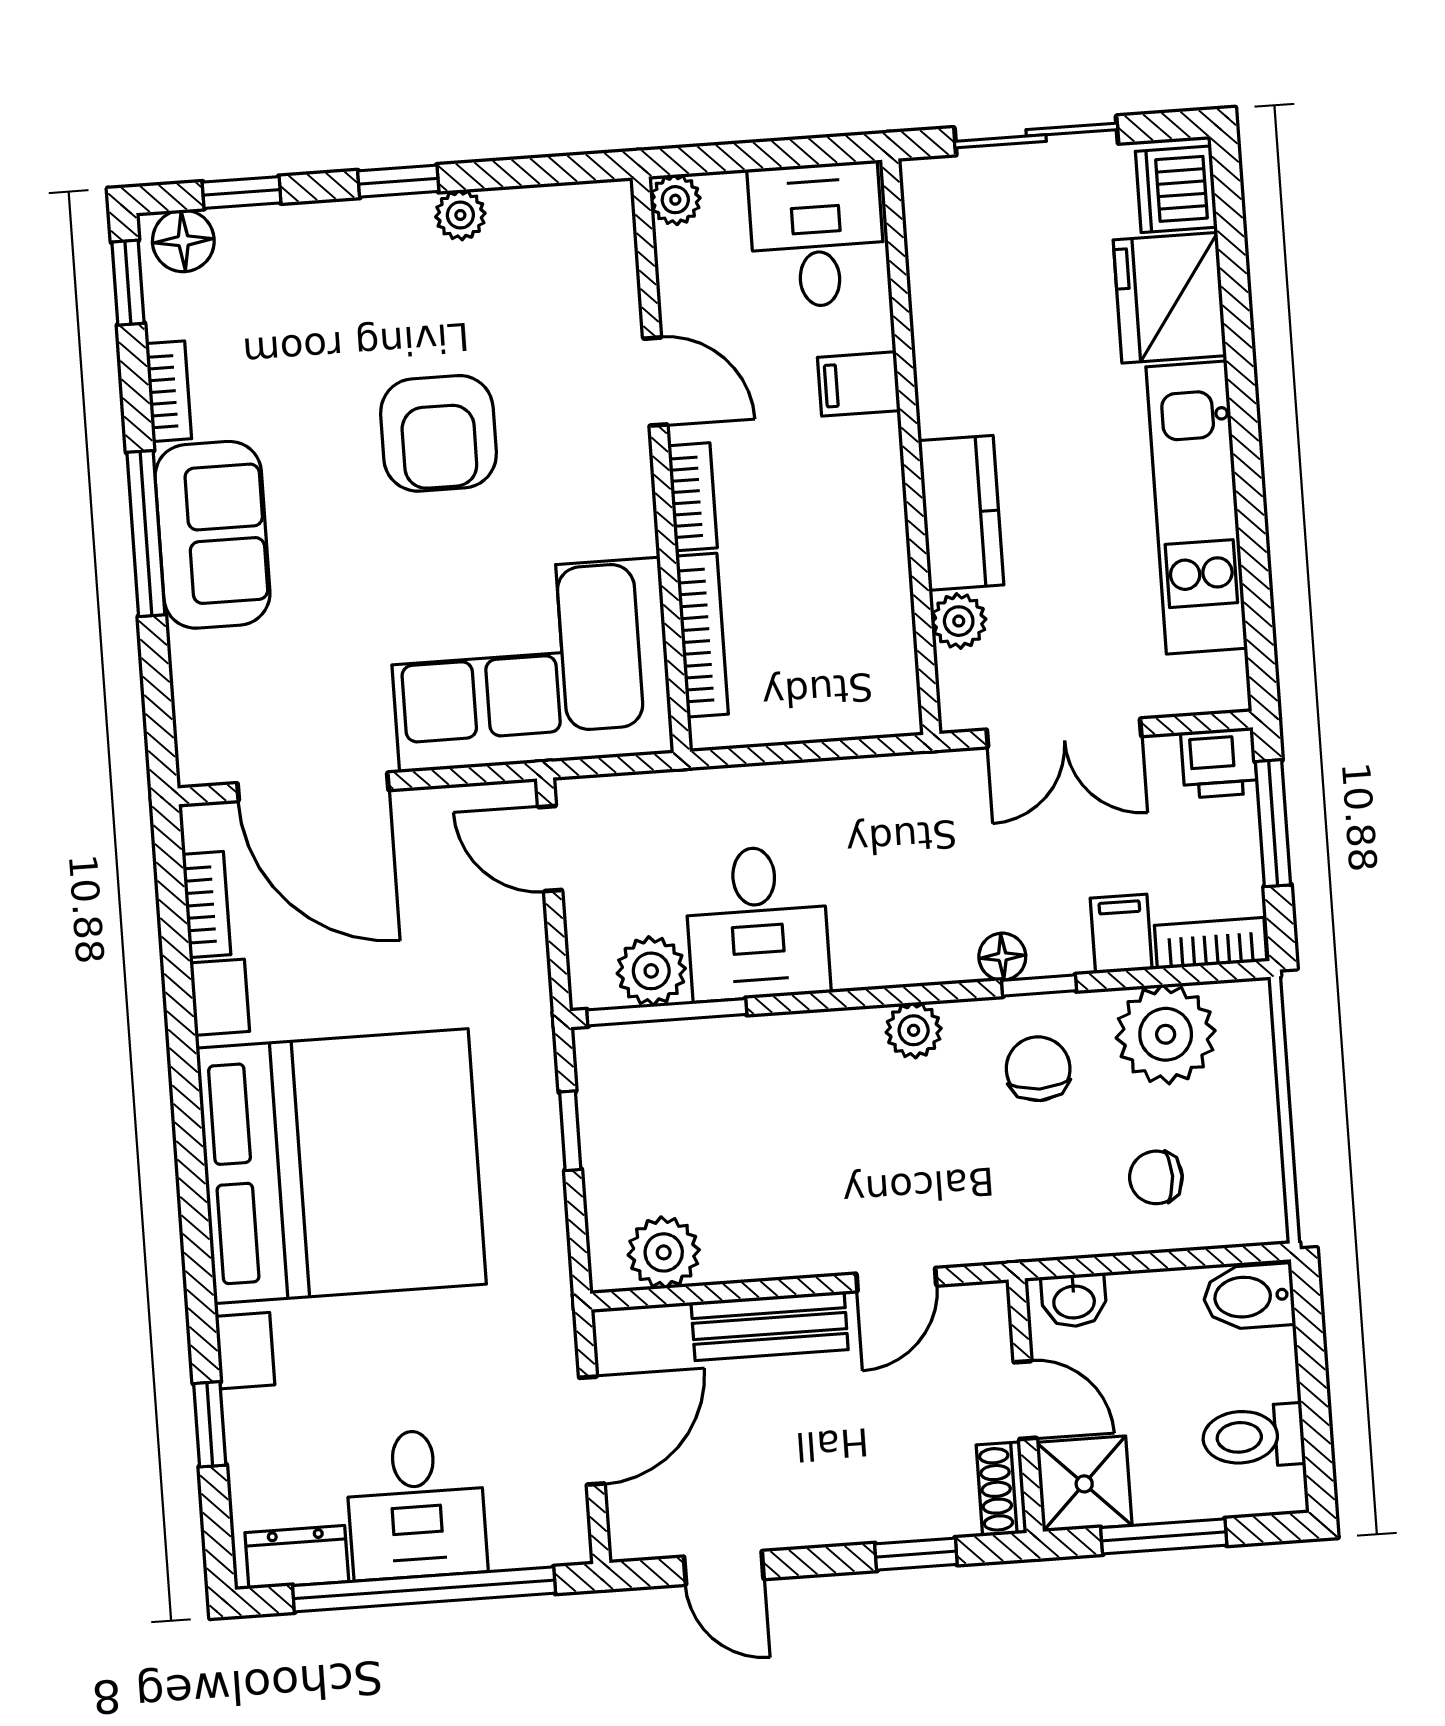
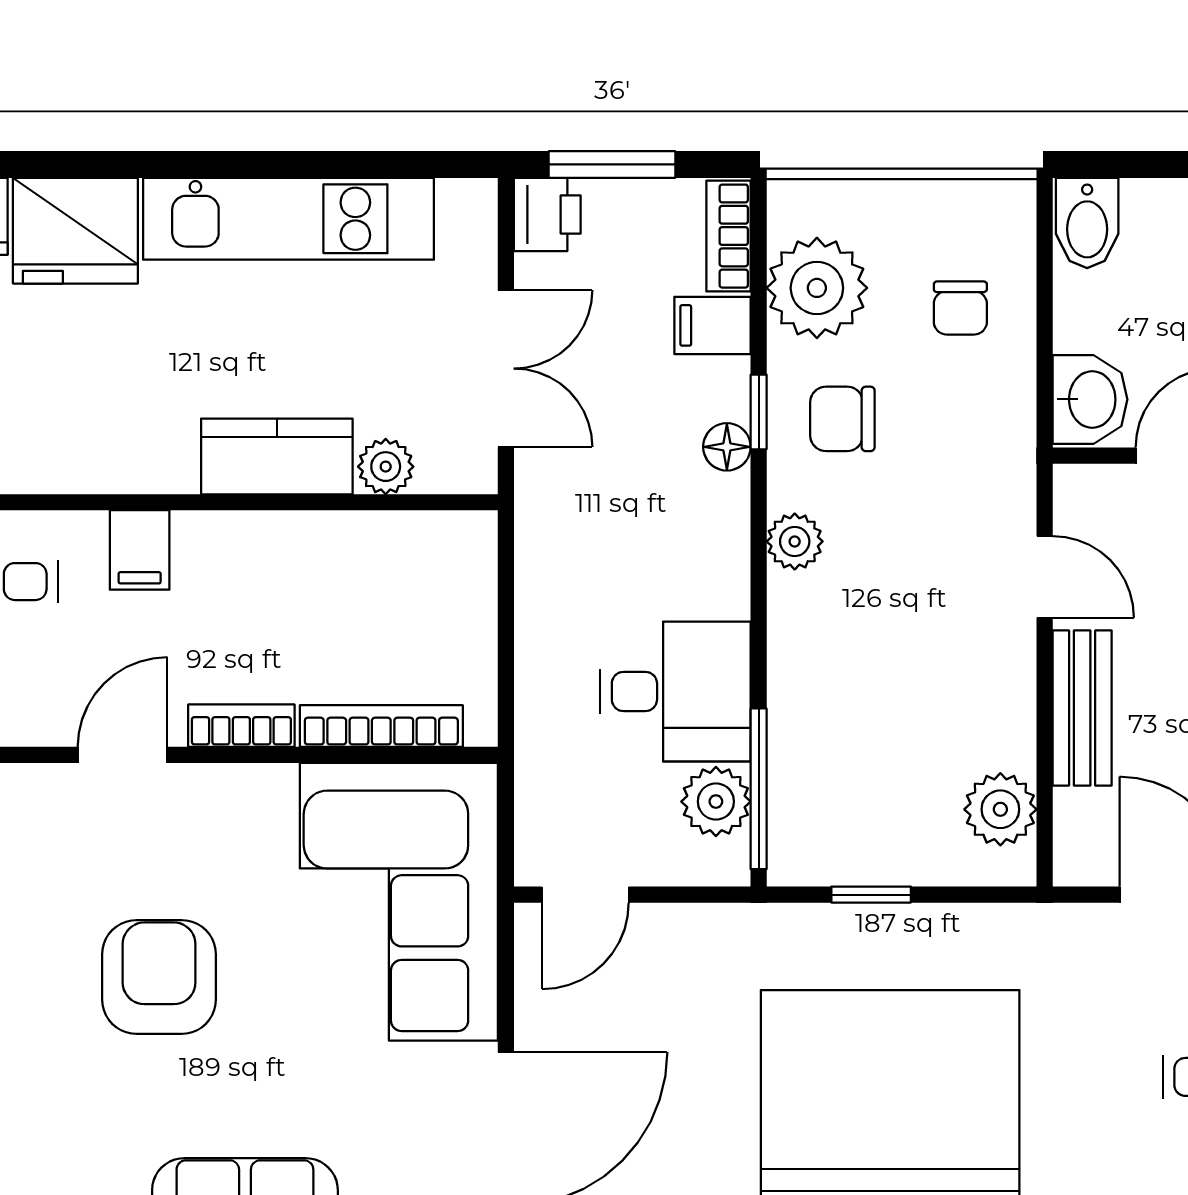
armchair: (438, 433) -> (159, 977), turned -90
washbasin: (1074, 1300) -> (1090, 399), width x1.38, depth x1.45

